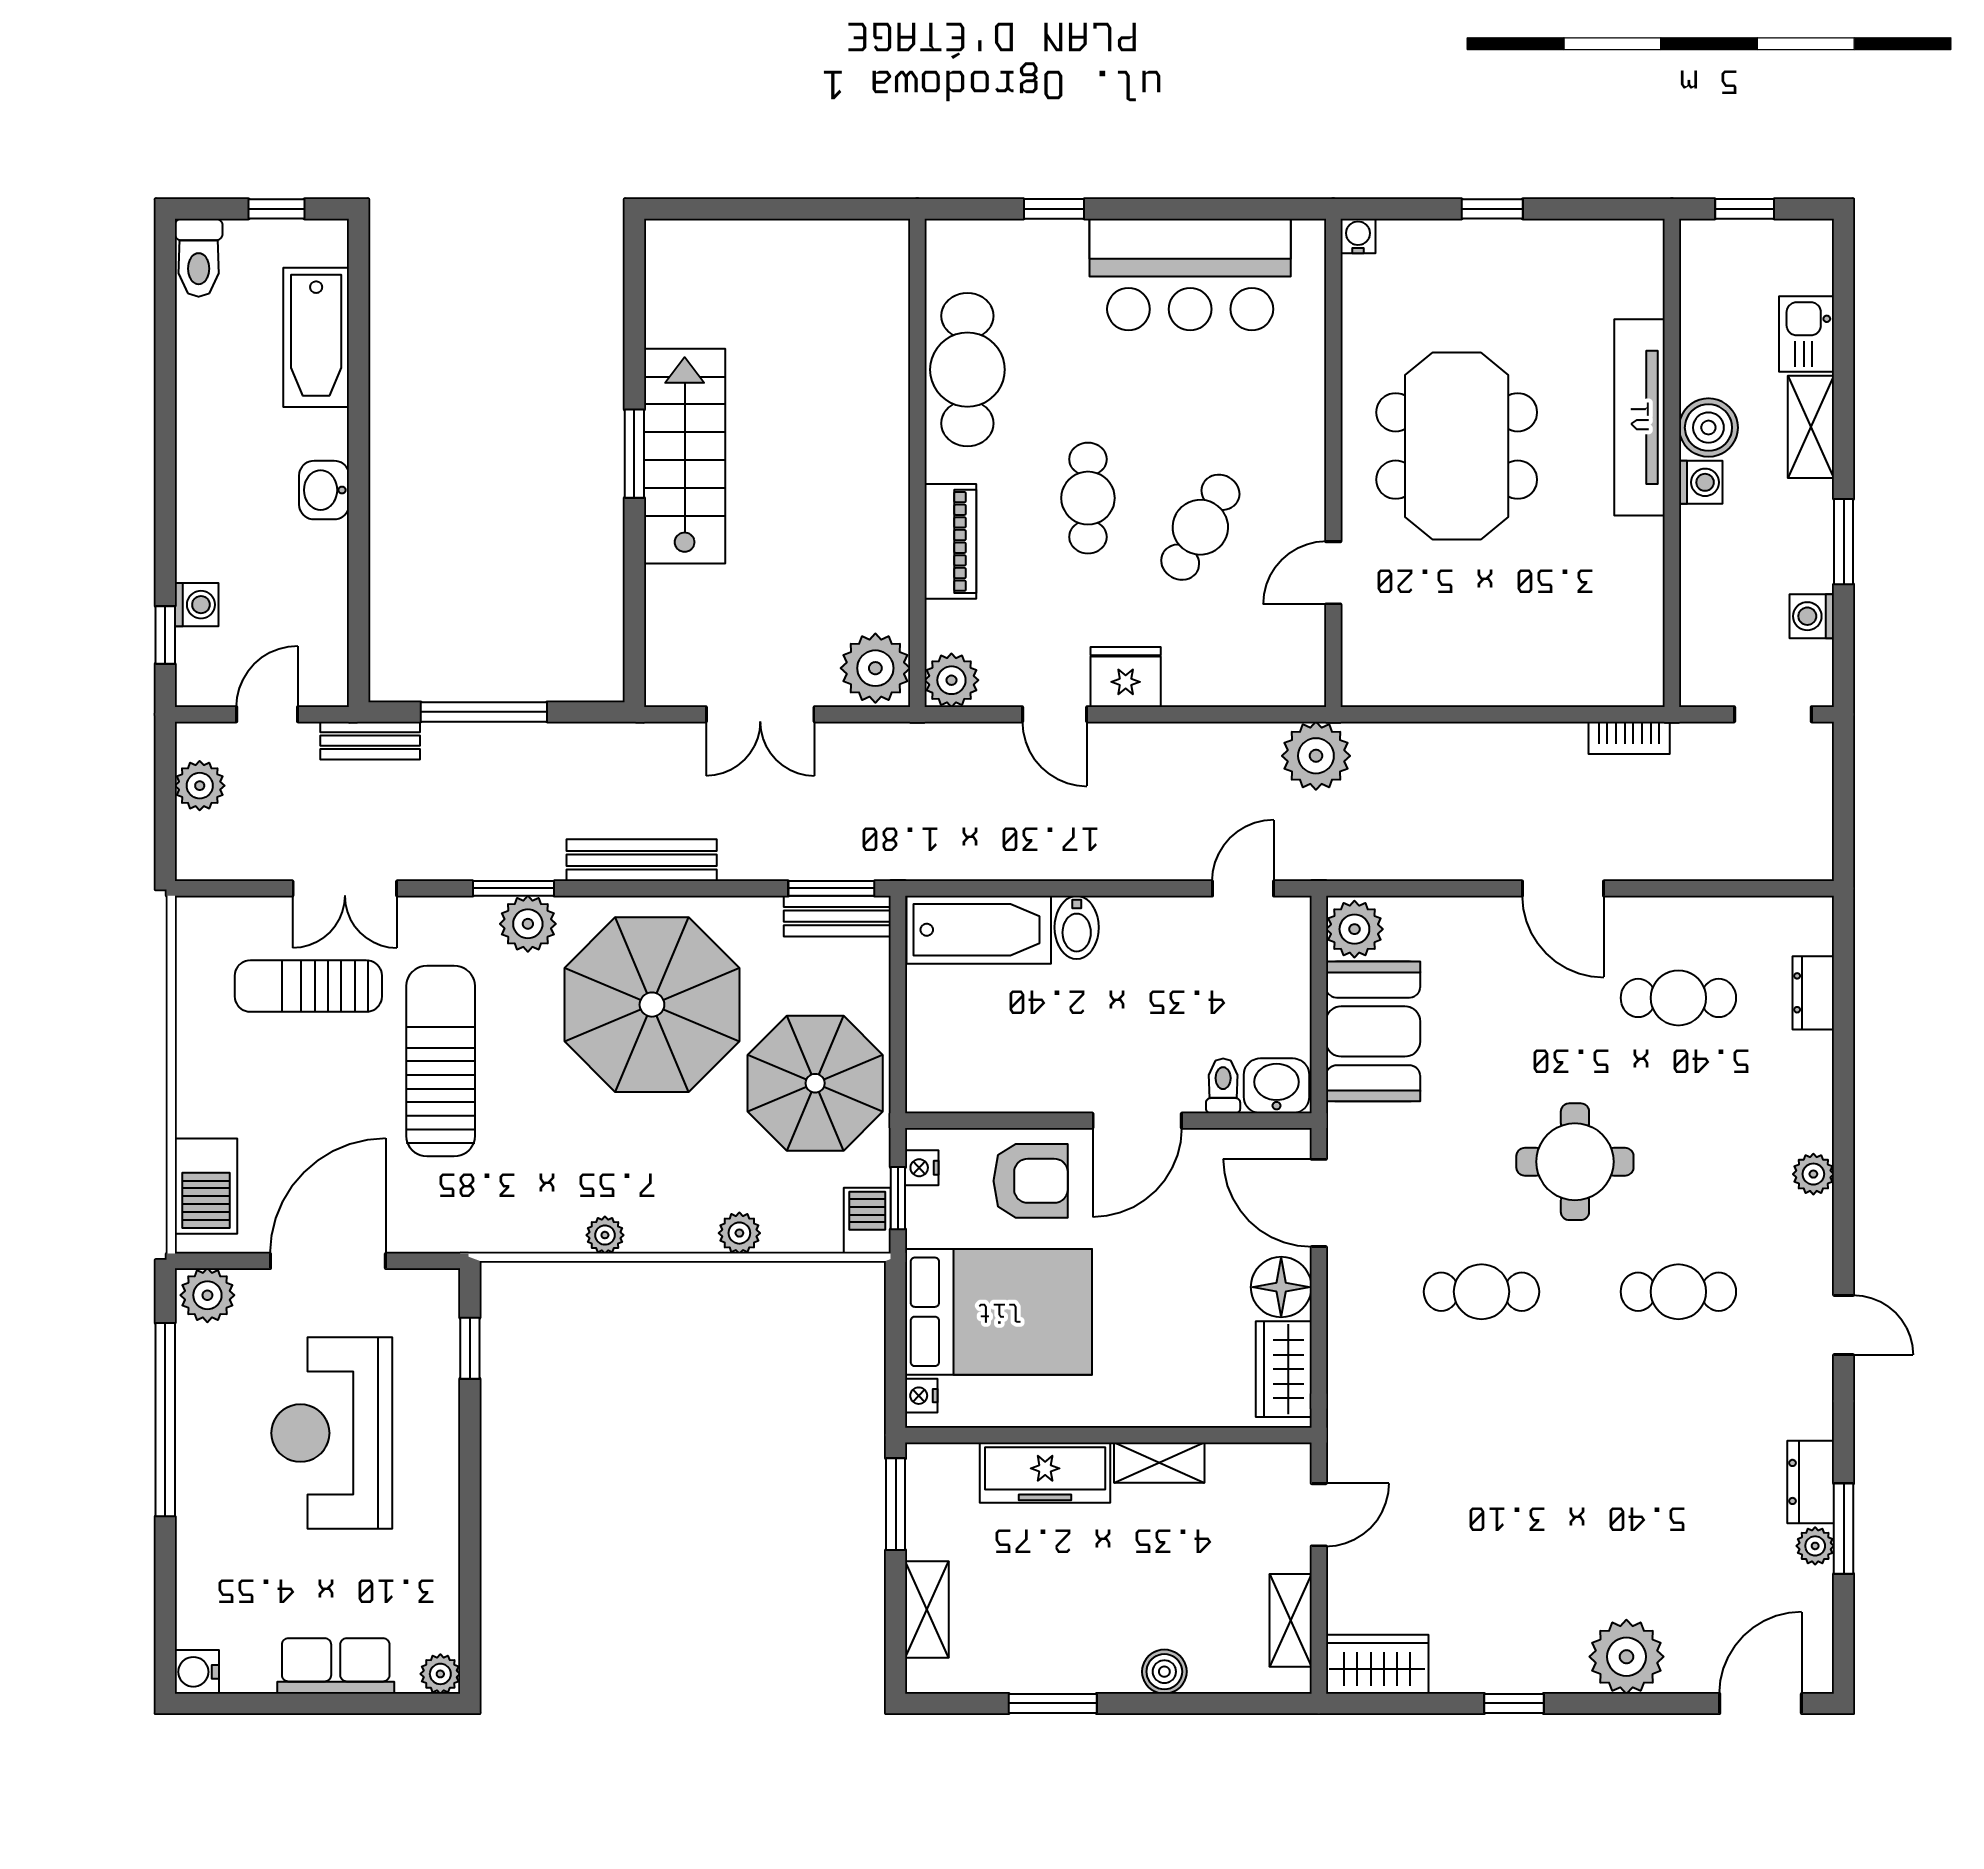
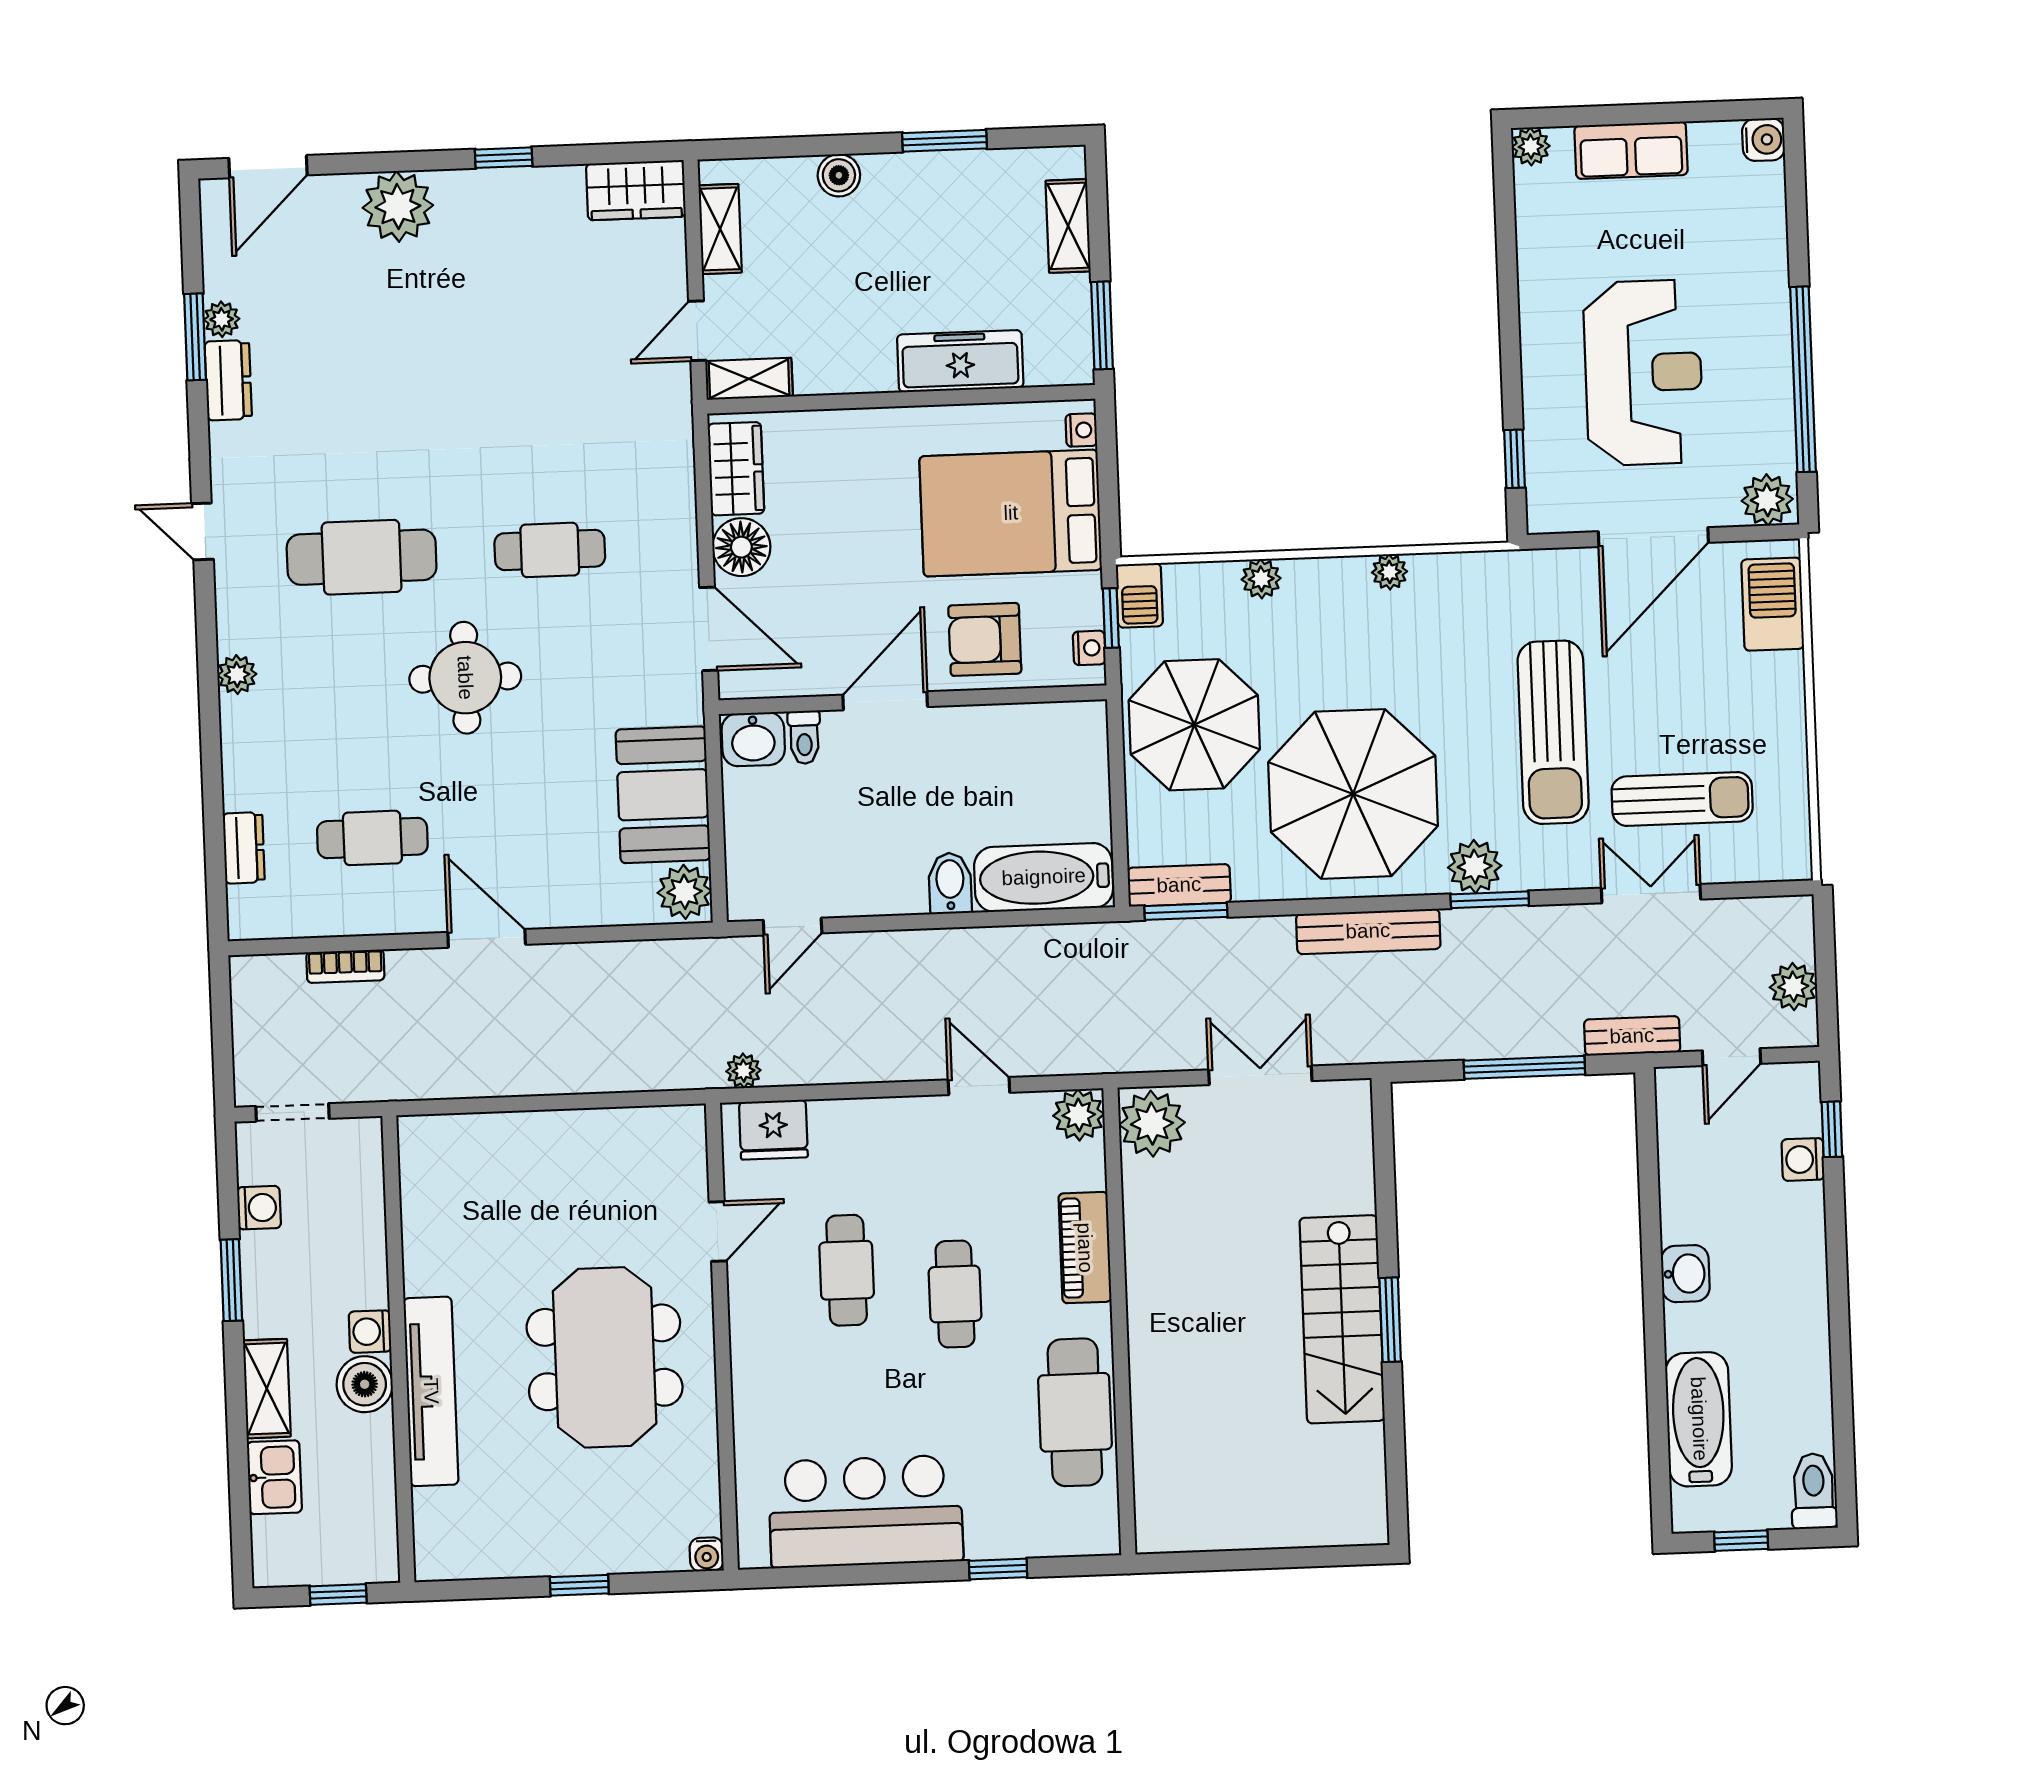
cafe table: (1200, 527) -> (847, 1270), turned -30
fridge: (1126, 677) -> (773, 1130), moved
bookcase: (1629, 738) -> (345, 966), moved, turned 180
plant: (1316, 756) -> (743, 1071), width x0.53, depth x0.53
cafe table: (1678, 1292) -> (362, 557), width x1.37, depth x1.35
shelving: (1159, 1463) -> (749, 379), moved

